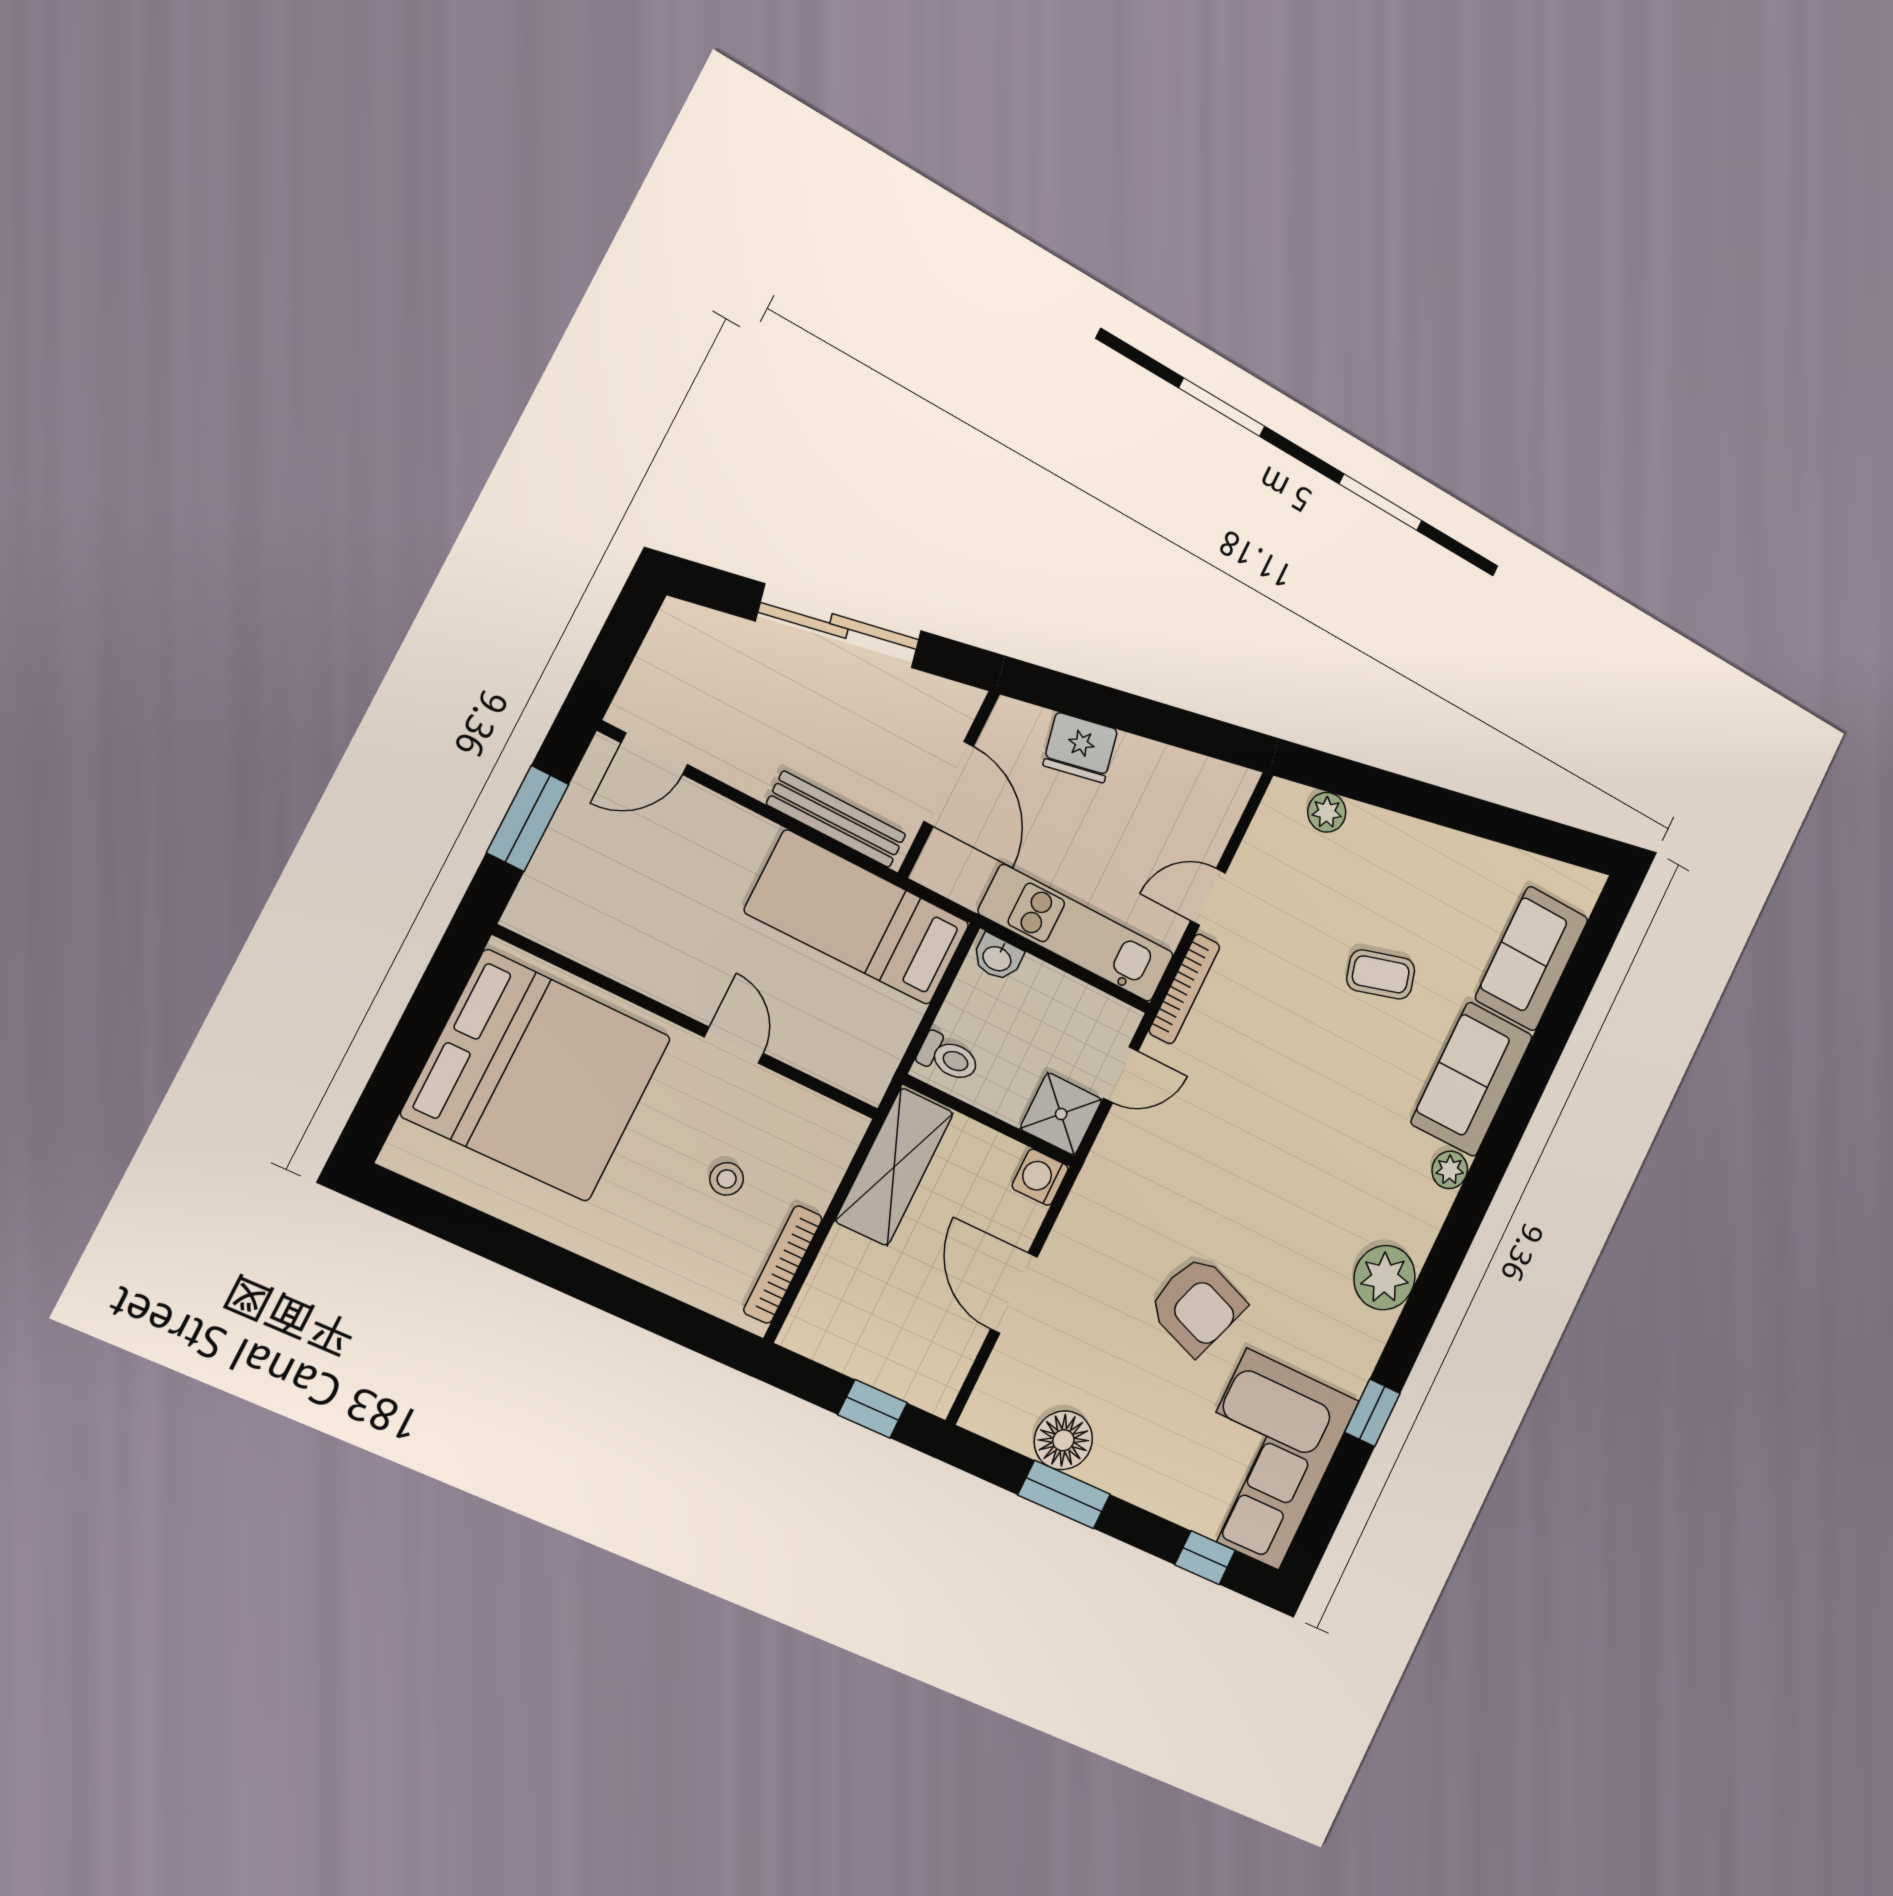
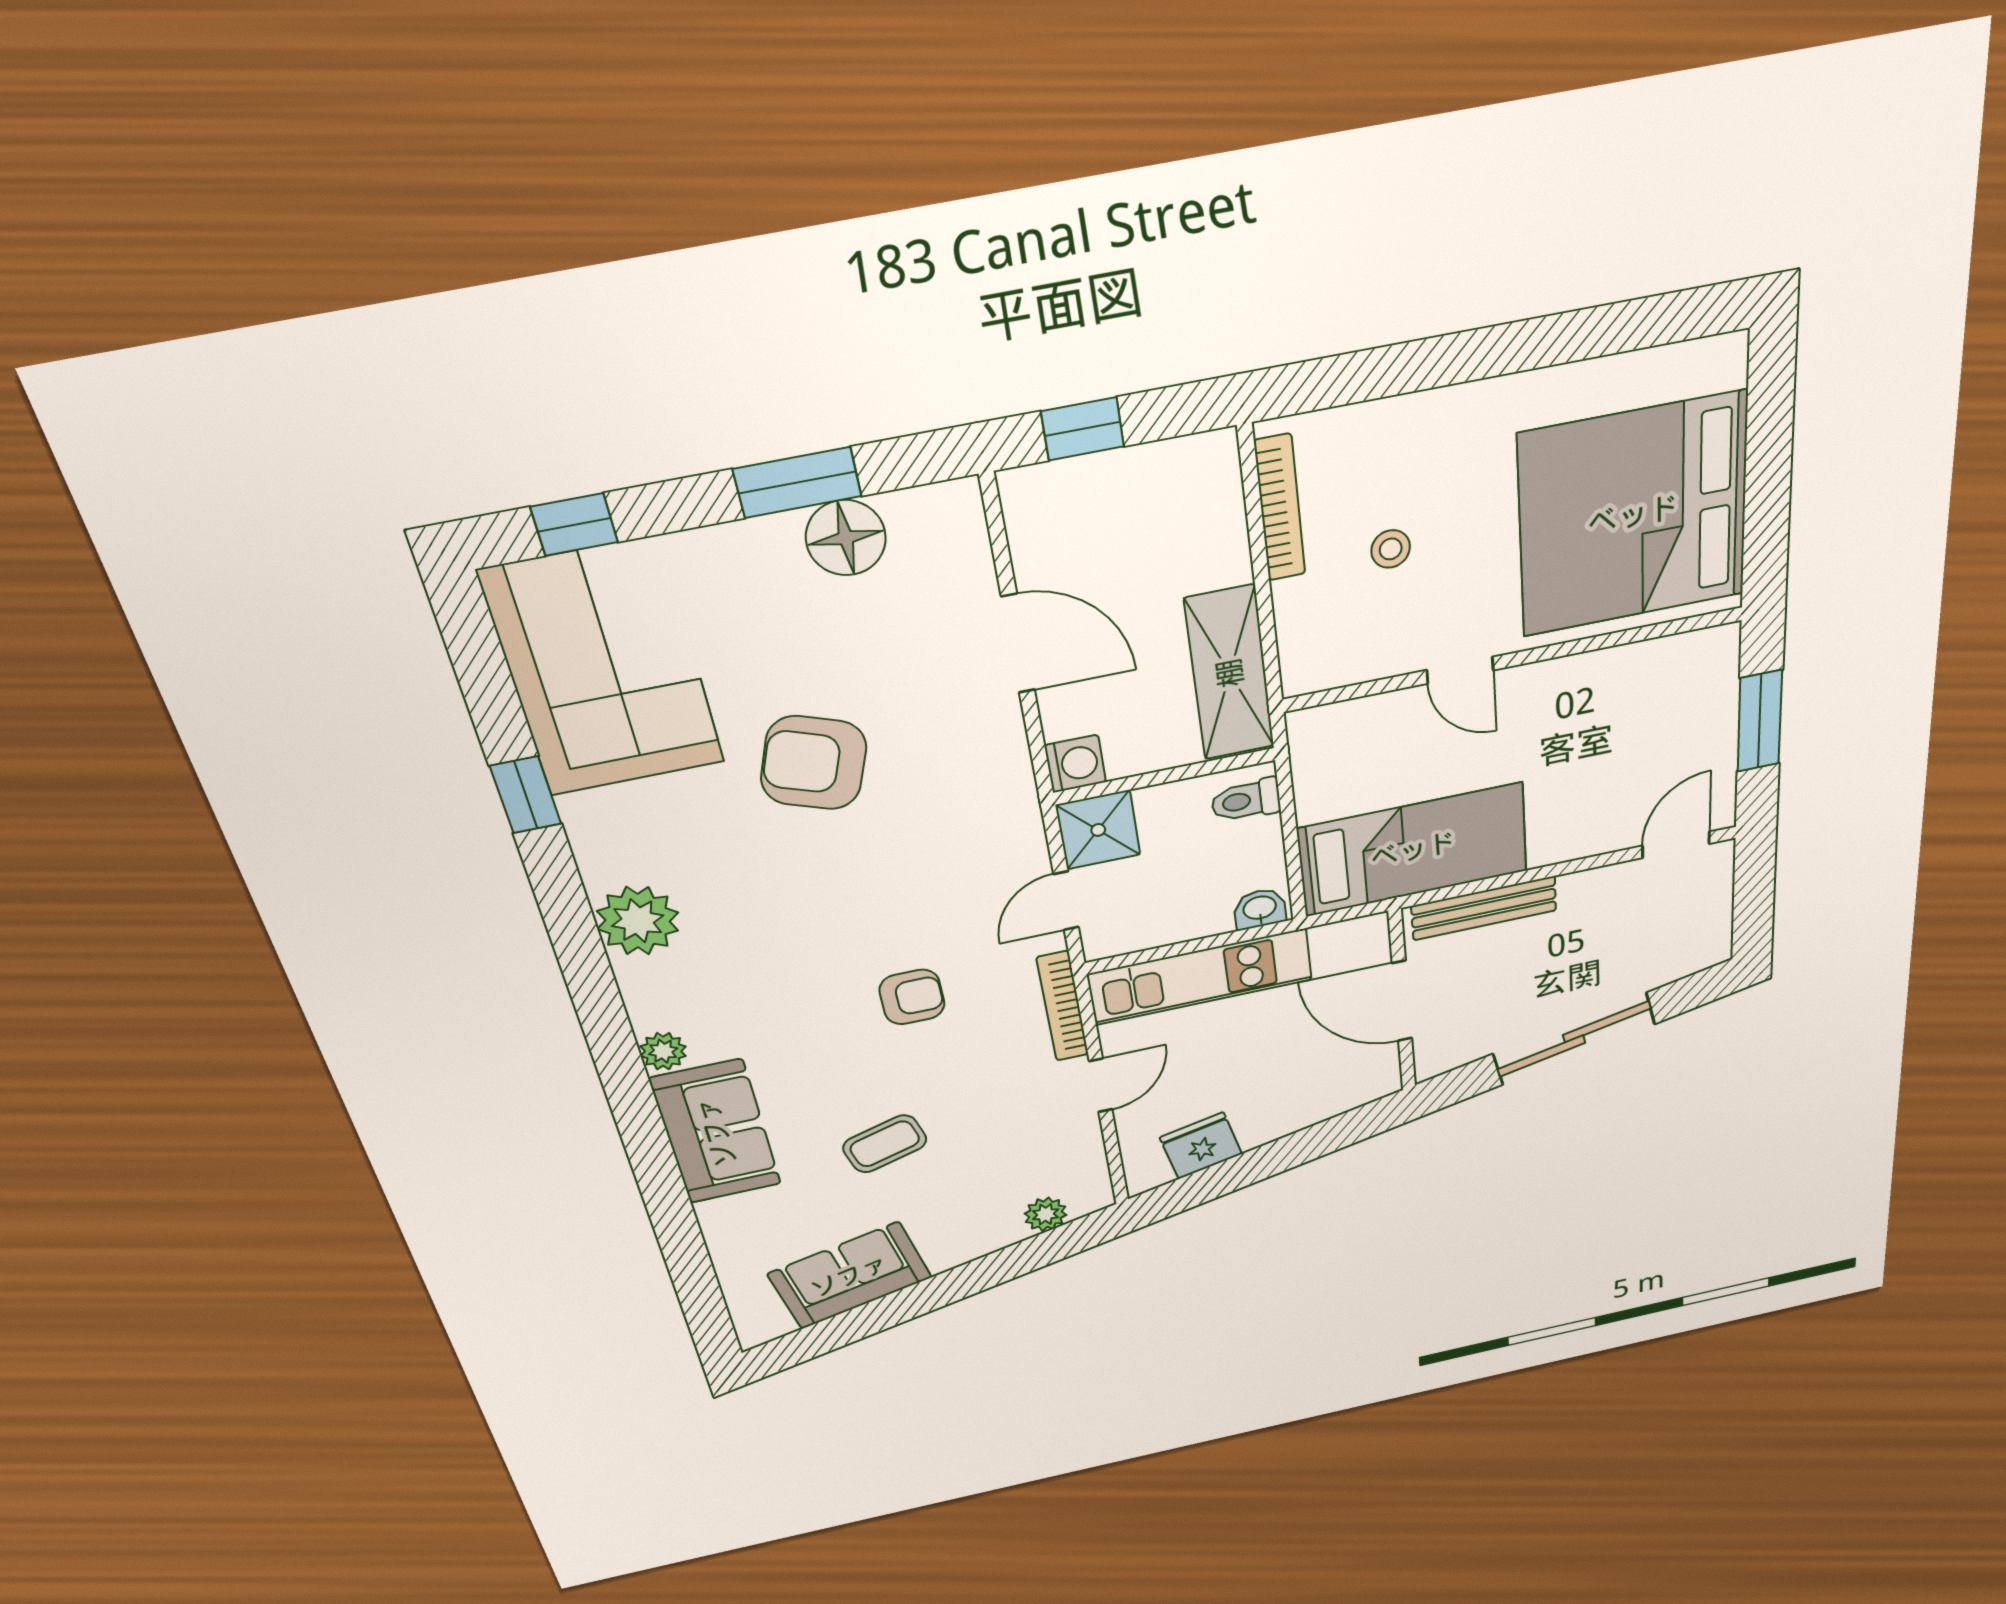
fridge: (1080, 748) -> (1201, 1146), moved
sofa: (1532, 959) -> (850, 1276), moved, turned -102
armchair: (1273, 1081) -> (912, 997), added

